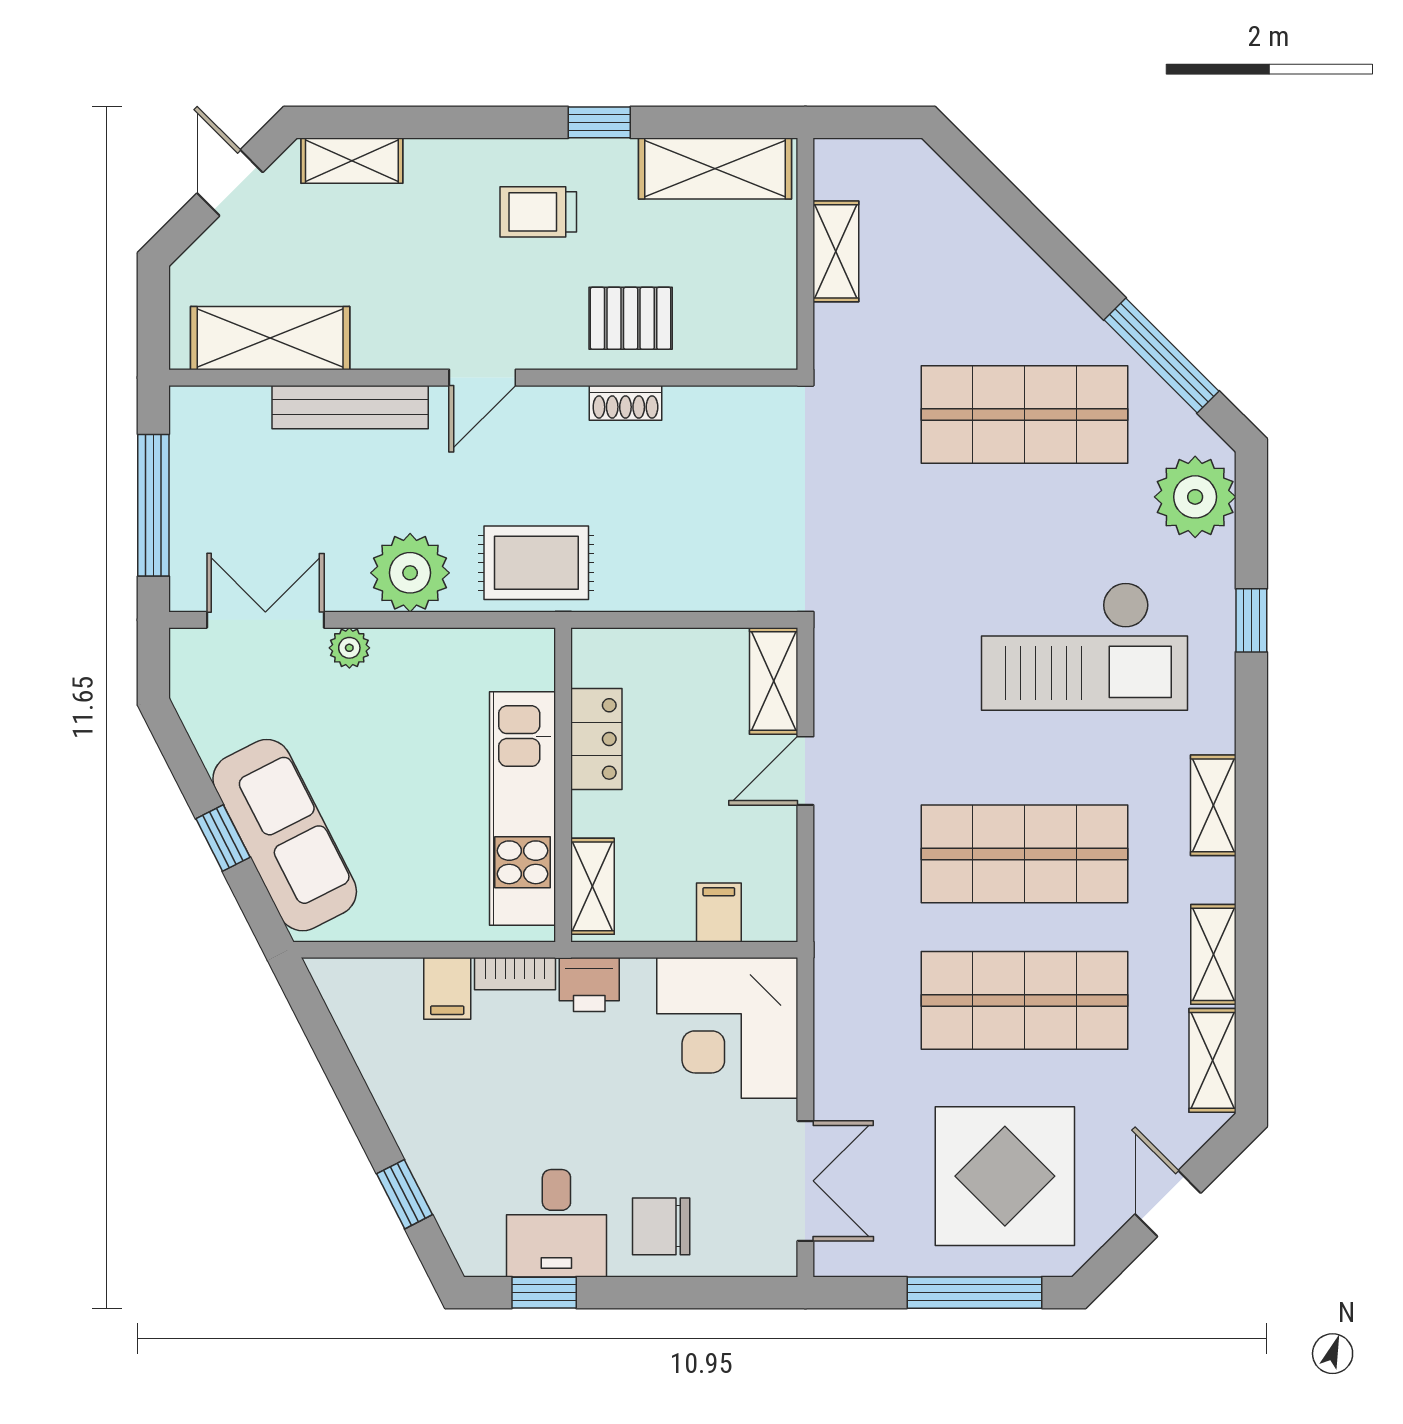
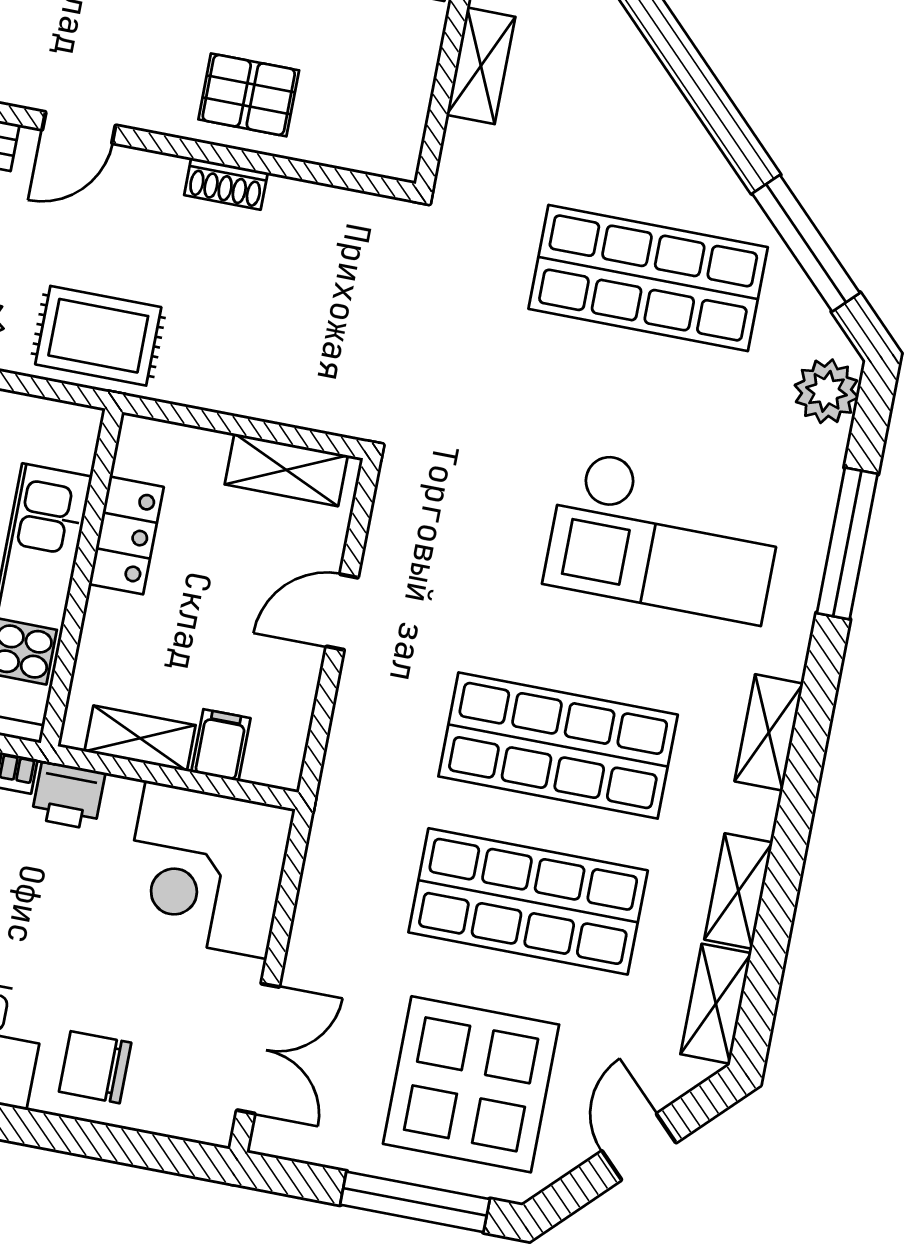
plant: (1195, 497) -> (827, 391), width x0.73, depth x0.73
window: (1251, 620) -> (847, 544), width x2.17
shelving: (774, 681) -> (286, 470), moved, turned 90
shelving: (593, 886) -> (140, 738), moved, turned 90

